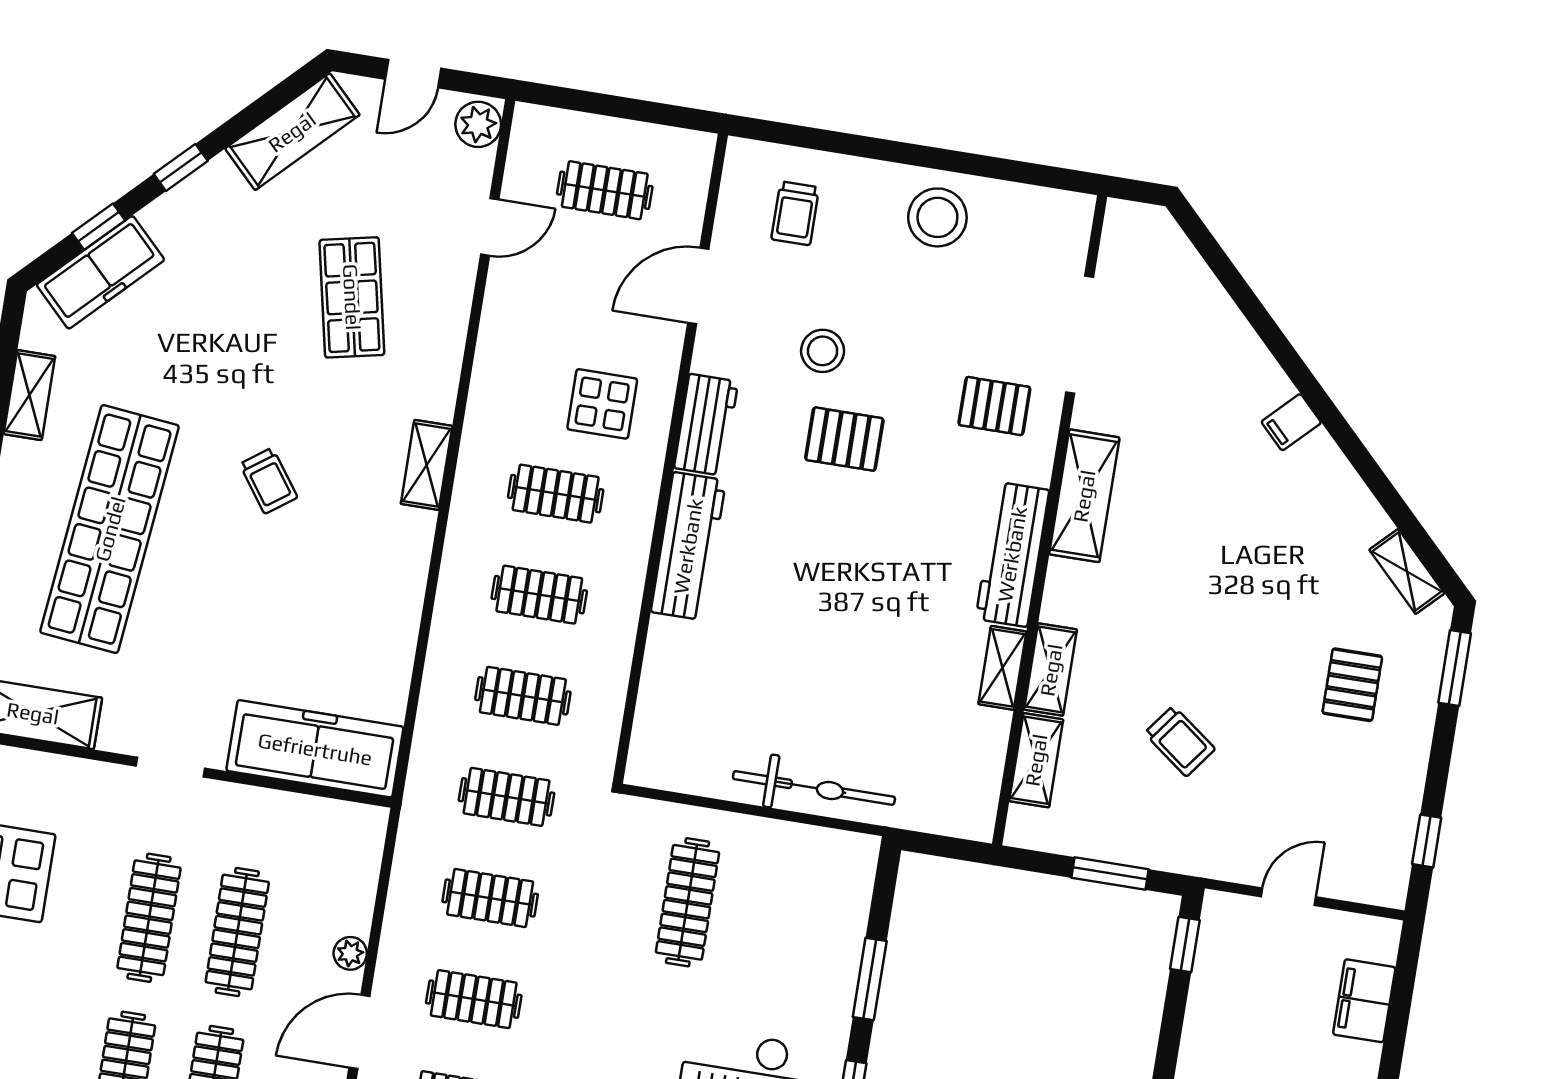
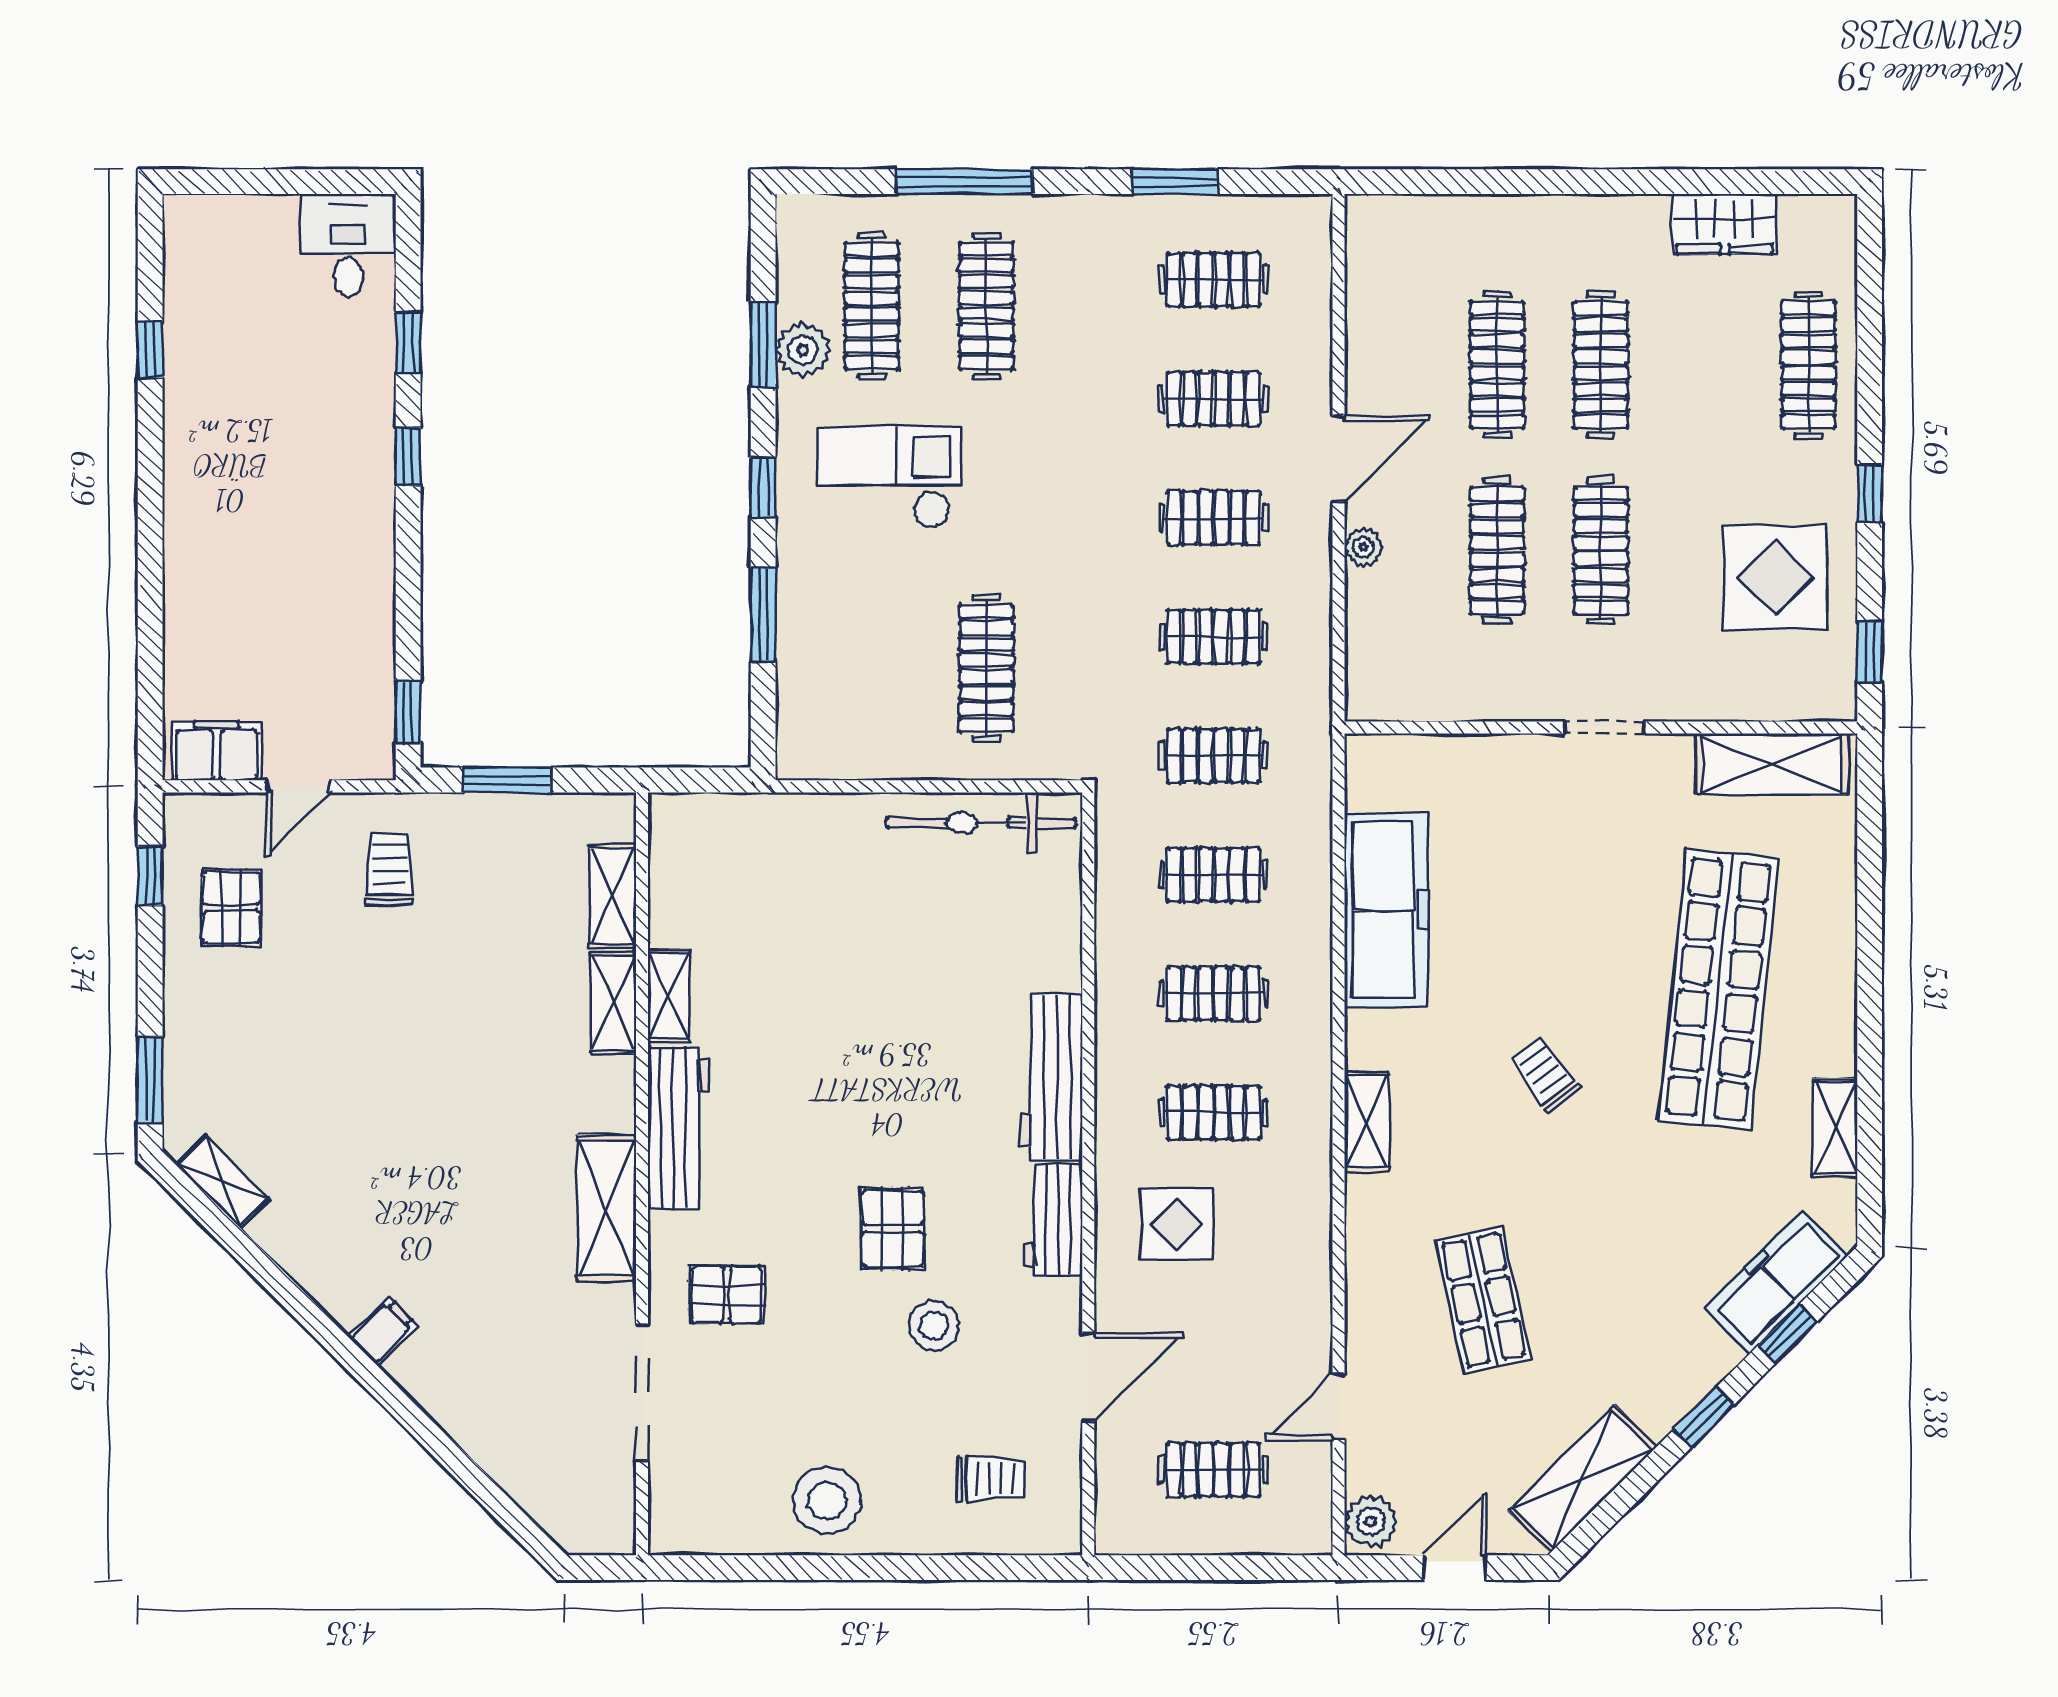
trolley: (795, 213) -> (991, 1479), turned 90
pallet: (844, 439) -> (892, 1229), turned 90
pallet: (1352, 685) -> (231, 908), moved
trolley: (1180, 741) -> (389, 869), moved, turned 53
freezer: (315, 749) -> (1386, 910), moved, turned -90
bicycle: (814, 788) -> (981, 823), moved
filing cabinet: (1364, 1001) -> (217, 751), moved, turned -90

